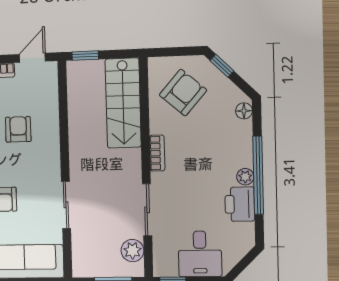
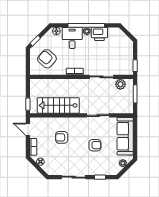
stairs: (123, 103) -> (58, 105), moved, turned 180
desk: (200, 254) -> (72, 38), moved, turned -90

